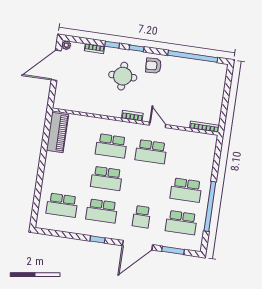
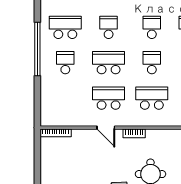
school desk: (107, 178) -> (152, 63), width x0.54
school desk: (146, 184) -> (109, 63), added
school desk: (186, 190) -> (65, 63), width x0.54
school desk: (102, 211) -> (152, 27), width x0.54

